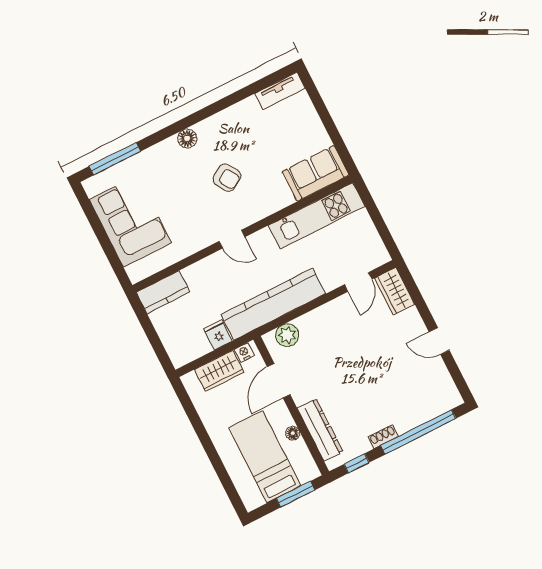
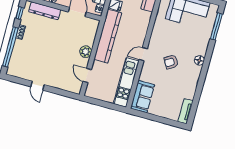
door: (232, 239) -> (143, 54), moved
wardrobe: (395, 291) -> (71, 86), removed
plant: (287, 335) -> (86, 52), moved
door: (439, 341) -> (37, 86), swing flipped

